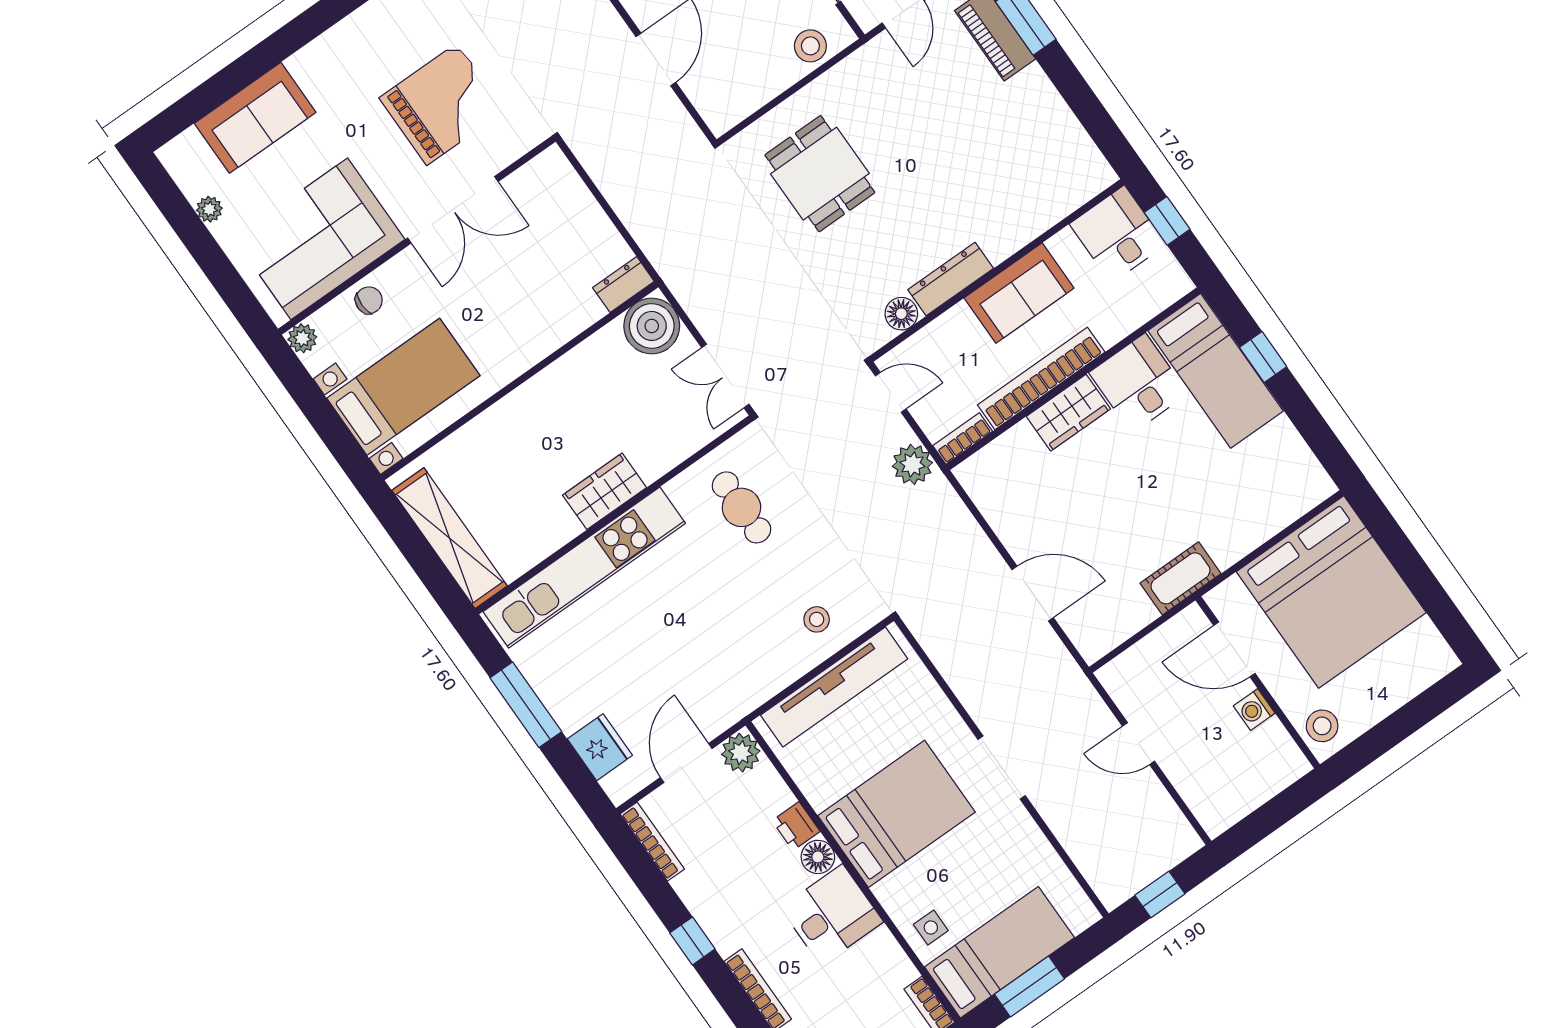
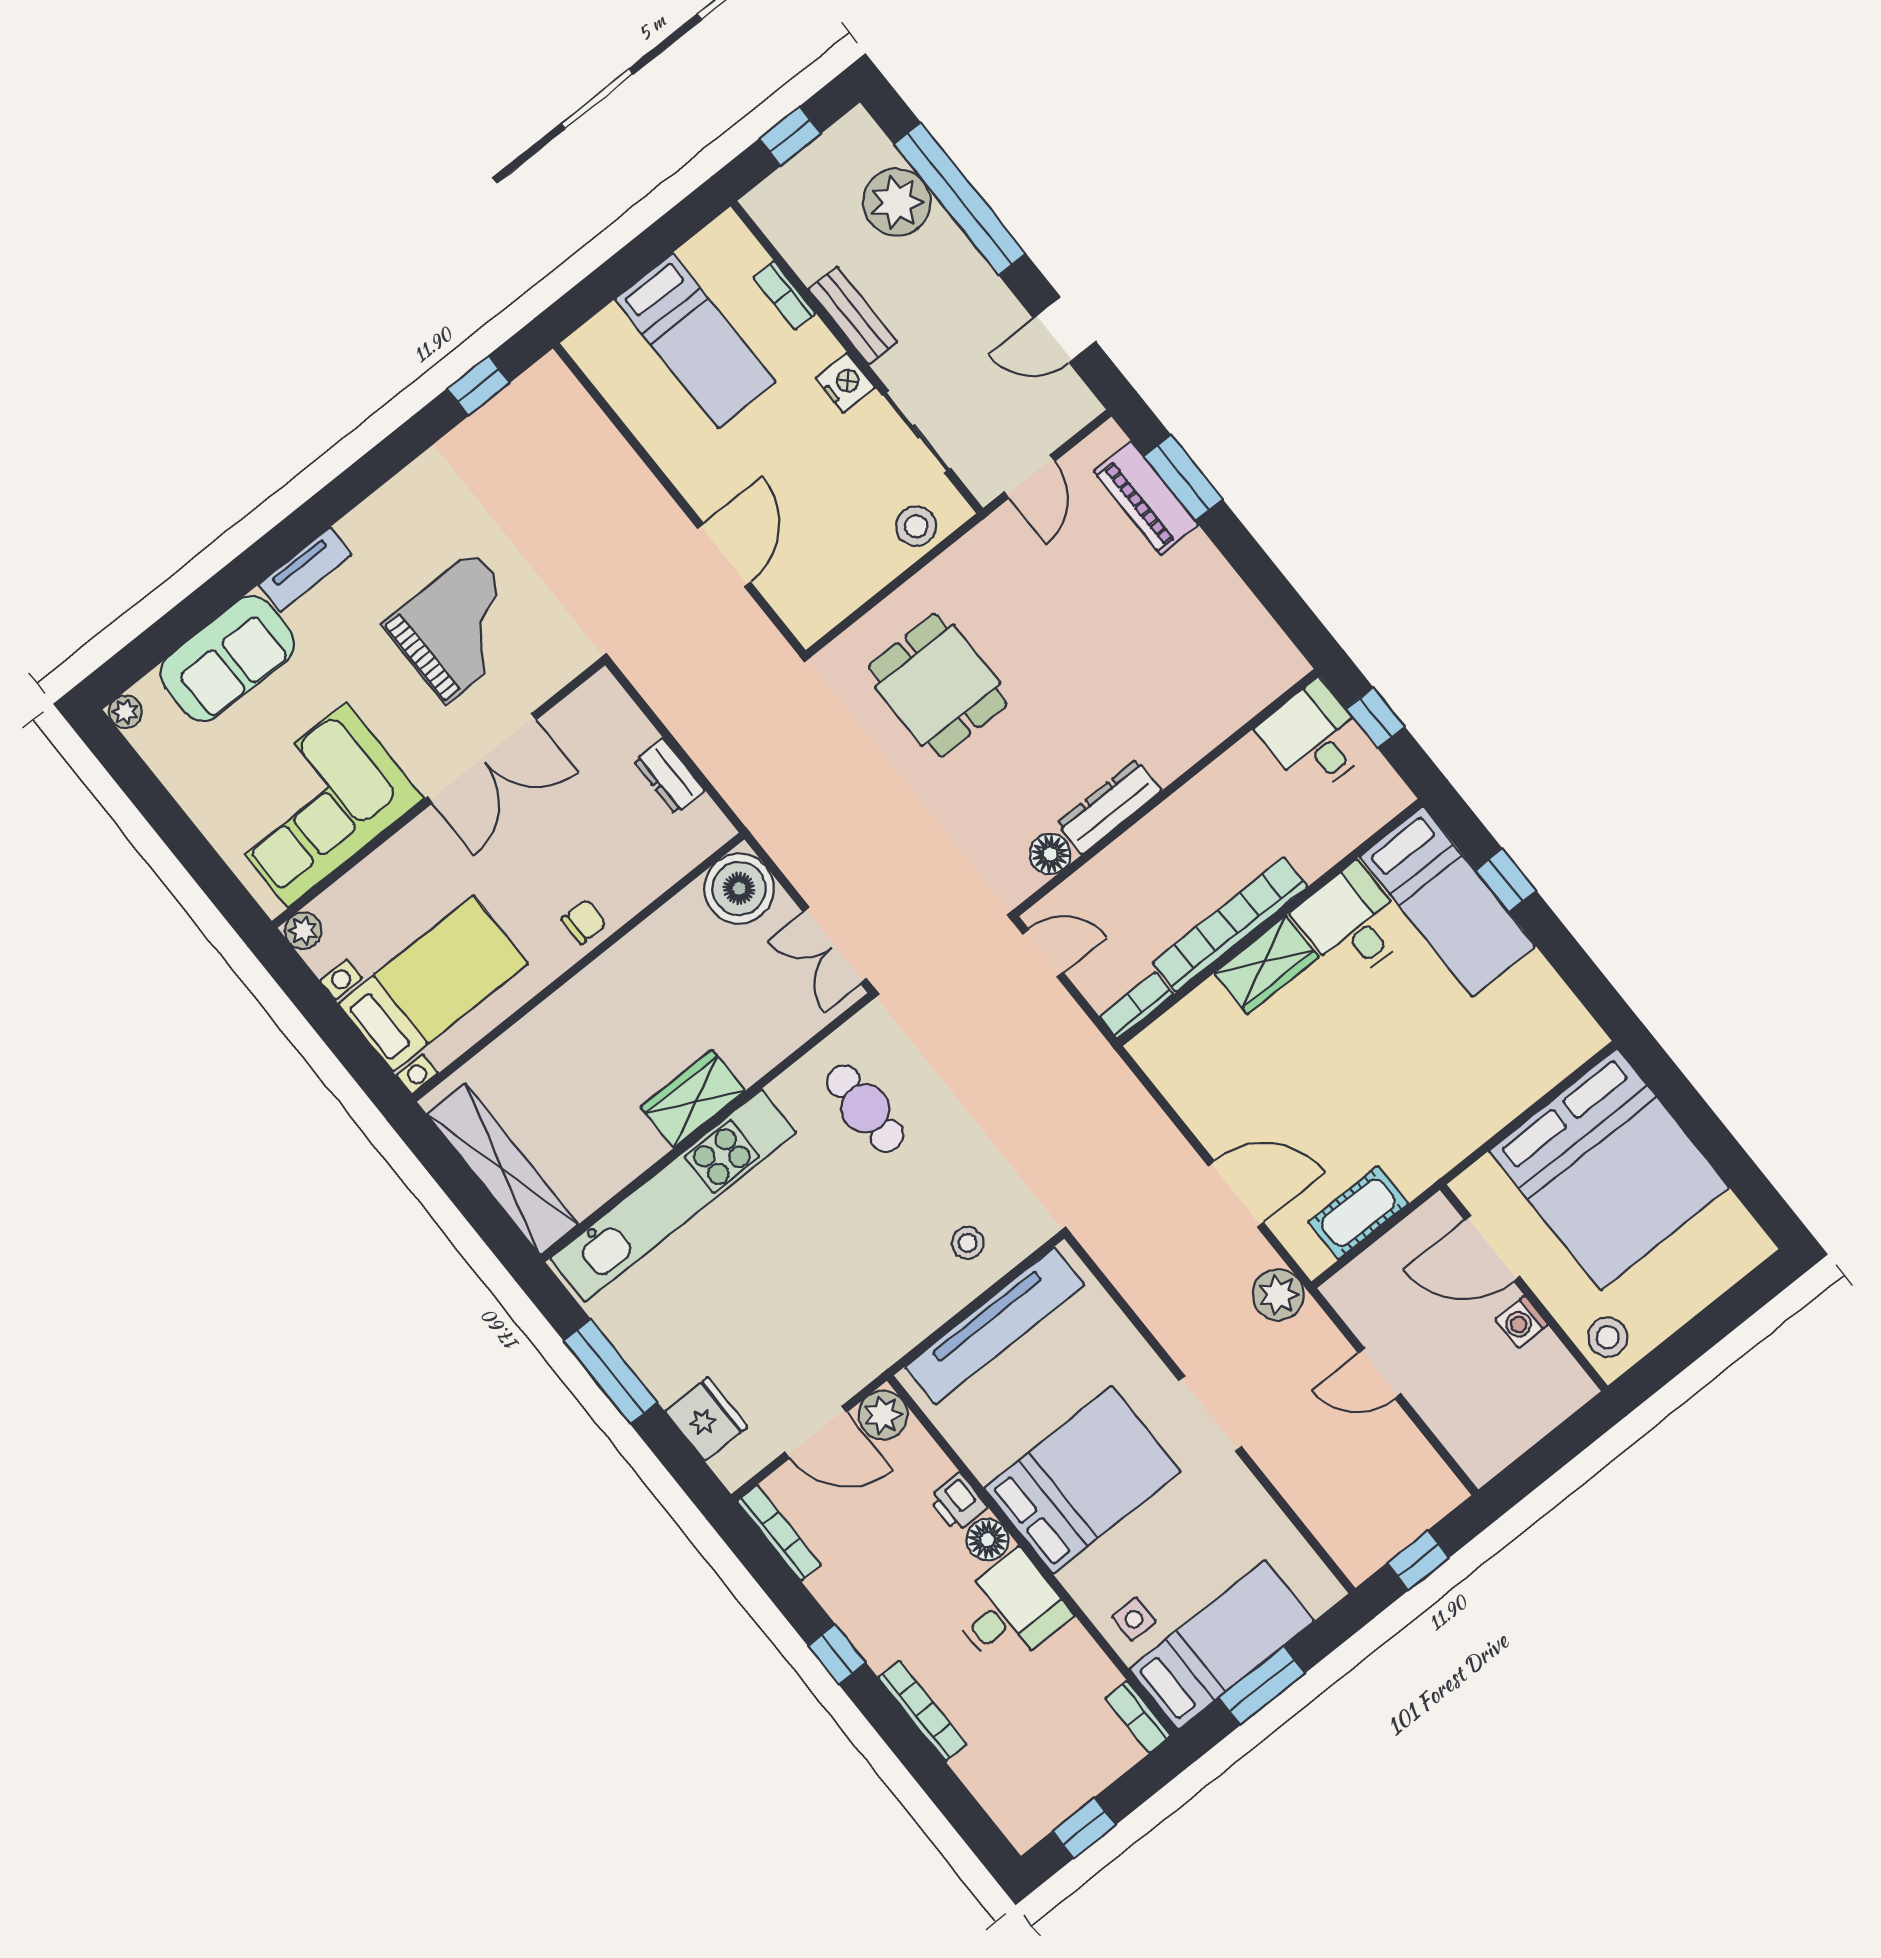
tv unit: (321, 51) -> (305, 570), added
plant: (209, 209) -> (125, 712), moved
dresser: (623, 285) -> (669, 776), moved, turned -90
sofa: (1019, 293) -> (1196, 819), removed
chair: (369, 300) -> (584, 922), moved
plant: (912, 464) -> (1278, 1295), moved
cot: (1180, 578) -> (1358, 1213), moved
door: (686, 763) -> (816, 1432), swing flipped

